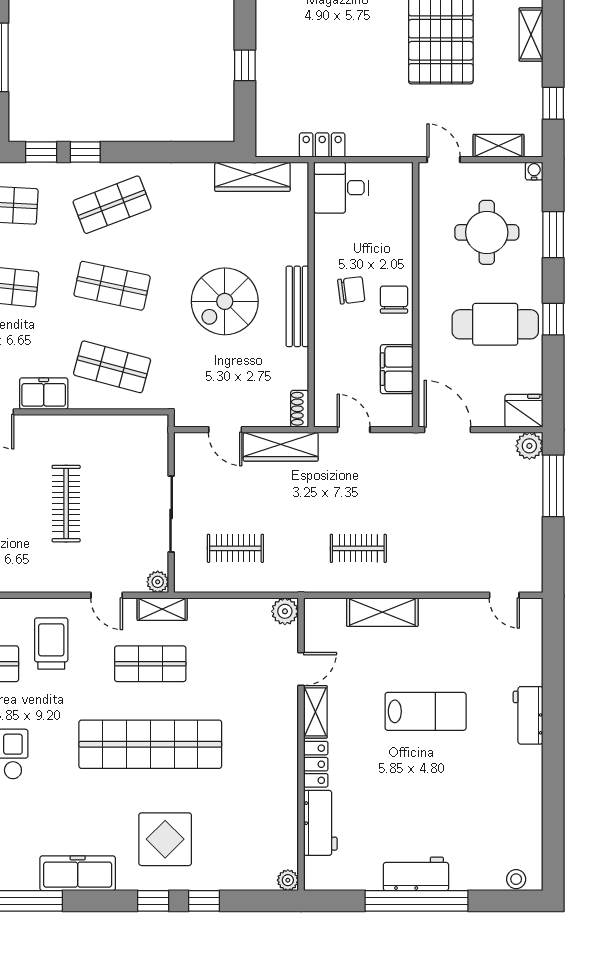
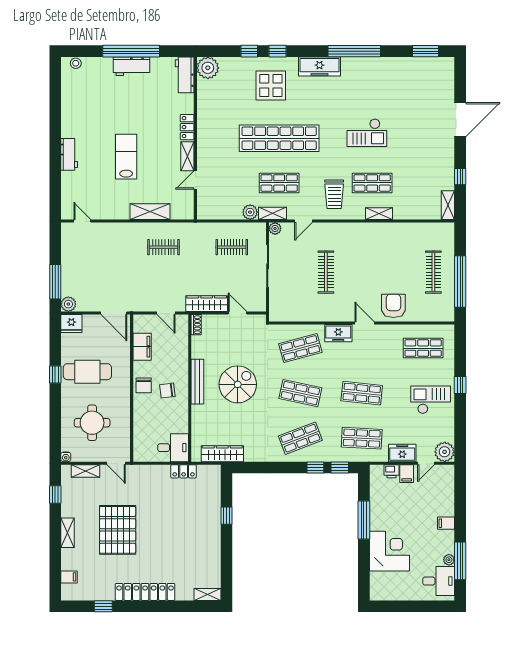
window: (553, 235) -> (55, 422), removed
shop shelf: (112, 367) -> (300, 348), turned -30
door: (107, 595) -> (303, 221), swing flipped
plant: (285, 611) -> (250, 212), moved
lab bench: (426, 711) -> (126, 157), turned 90
workbench: (320, 823) -> (185, 75), moved
plant: (288, 880) -> (208, 68), width x1.87, depth x1.87

